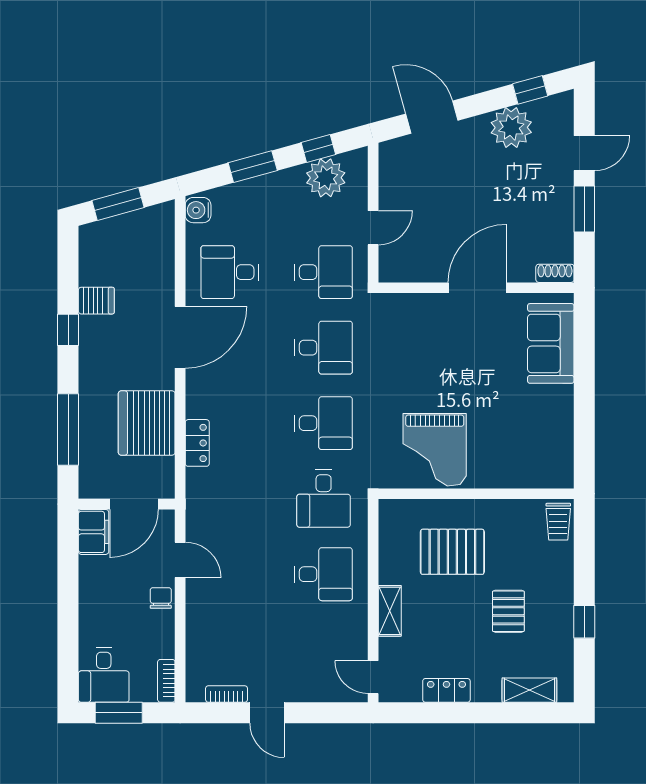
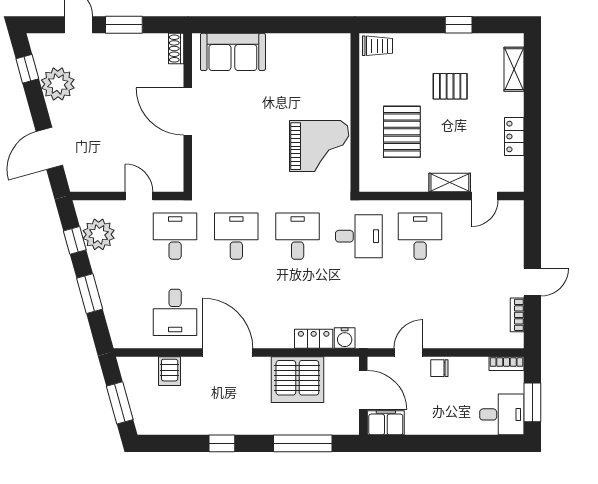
water cooler: (198, 210) -> (345, 338), moved
server rack: (96, 301) -> (170, 371), moved, turned 180
door: (373, 677) -> (485, 196), moved

